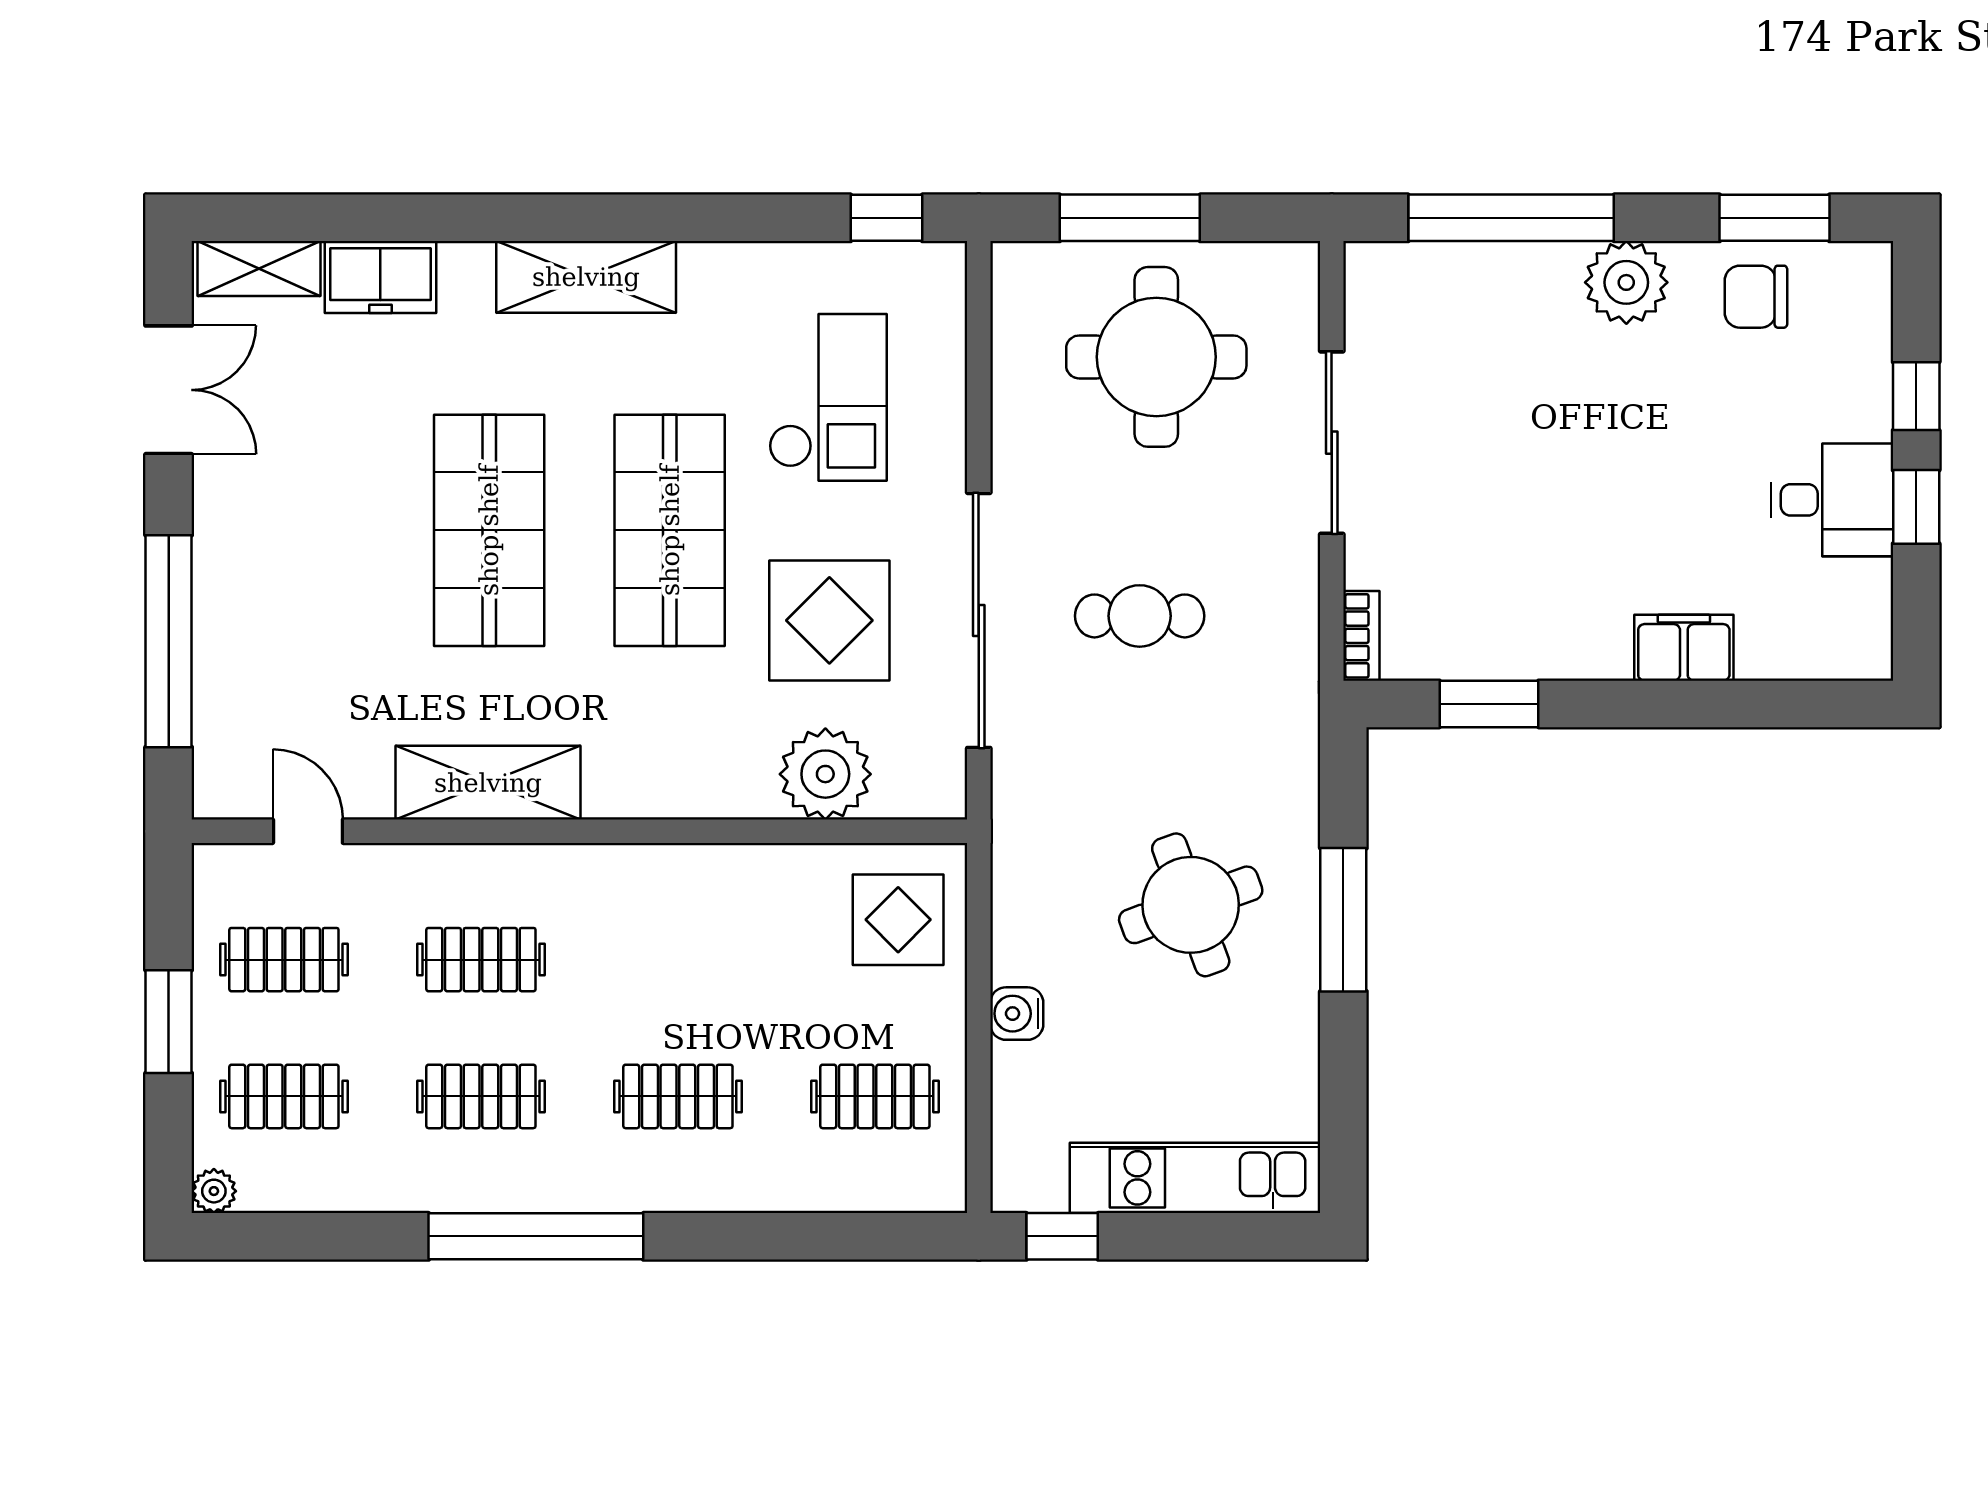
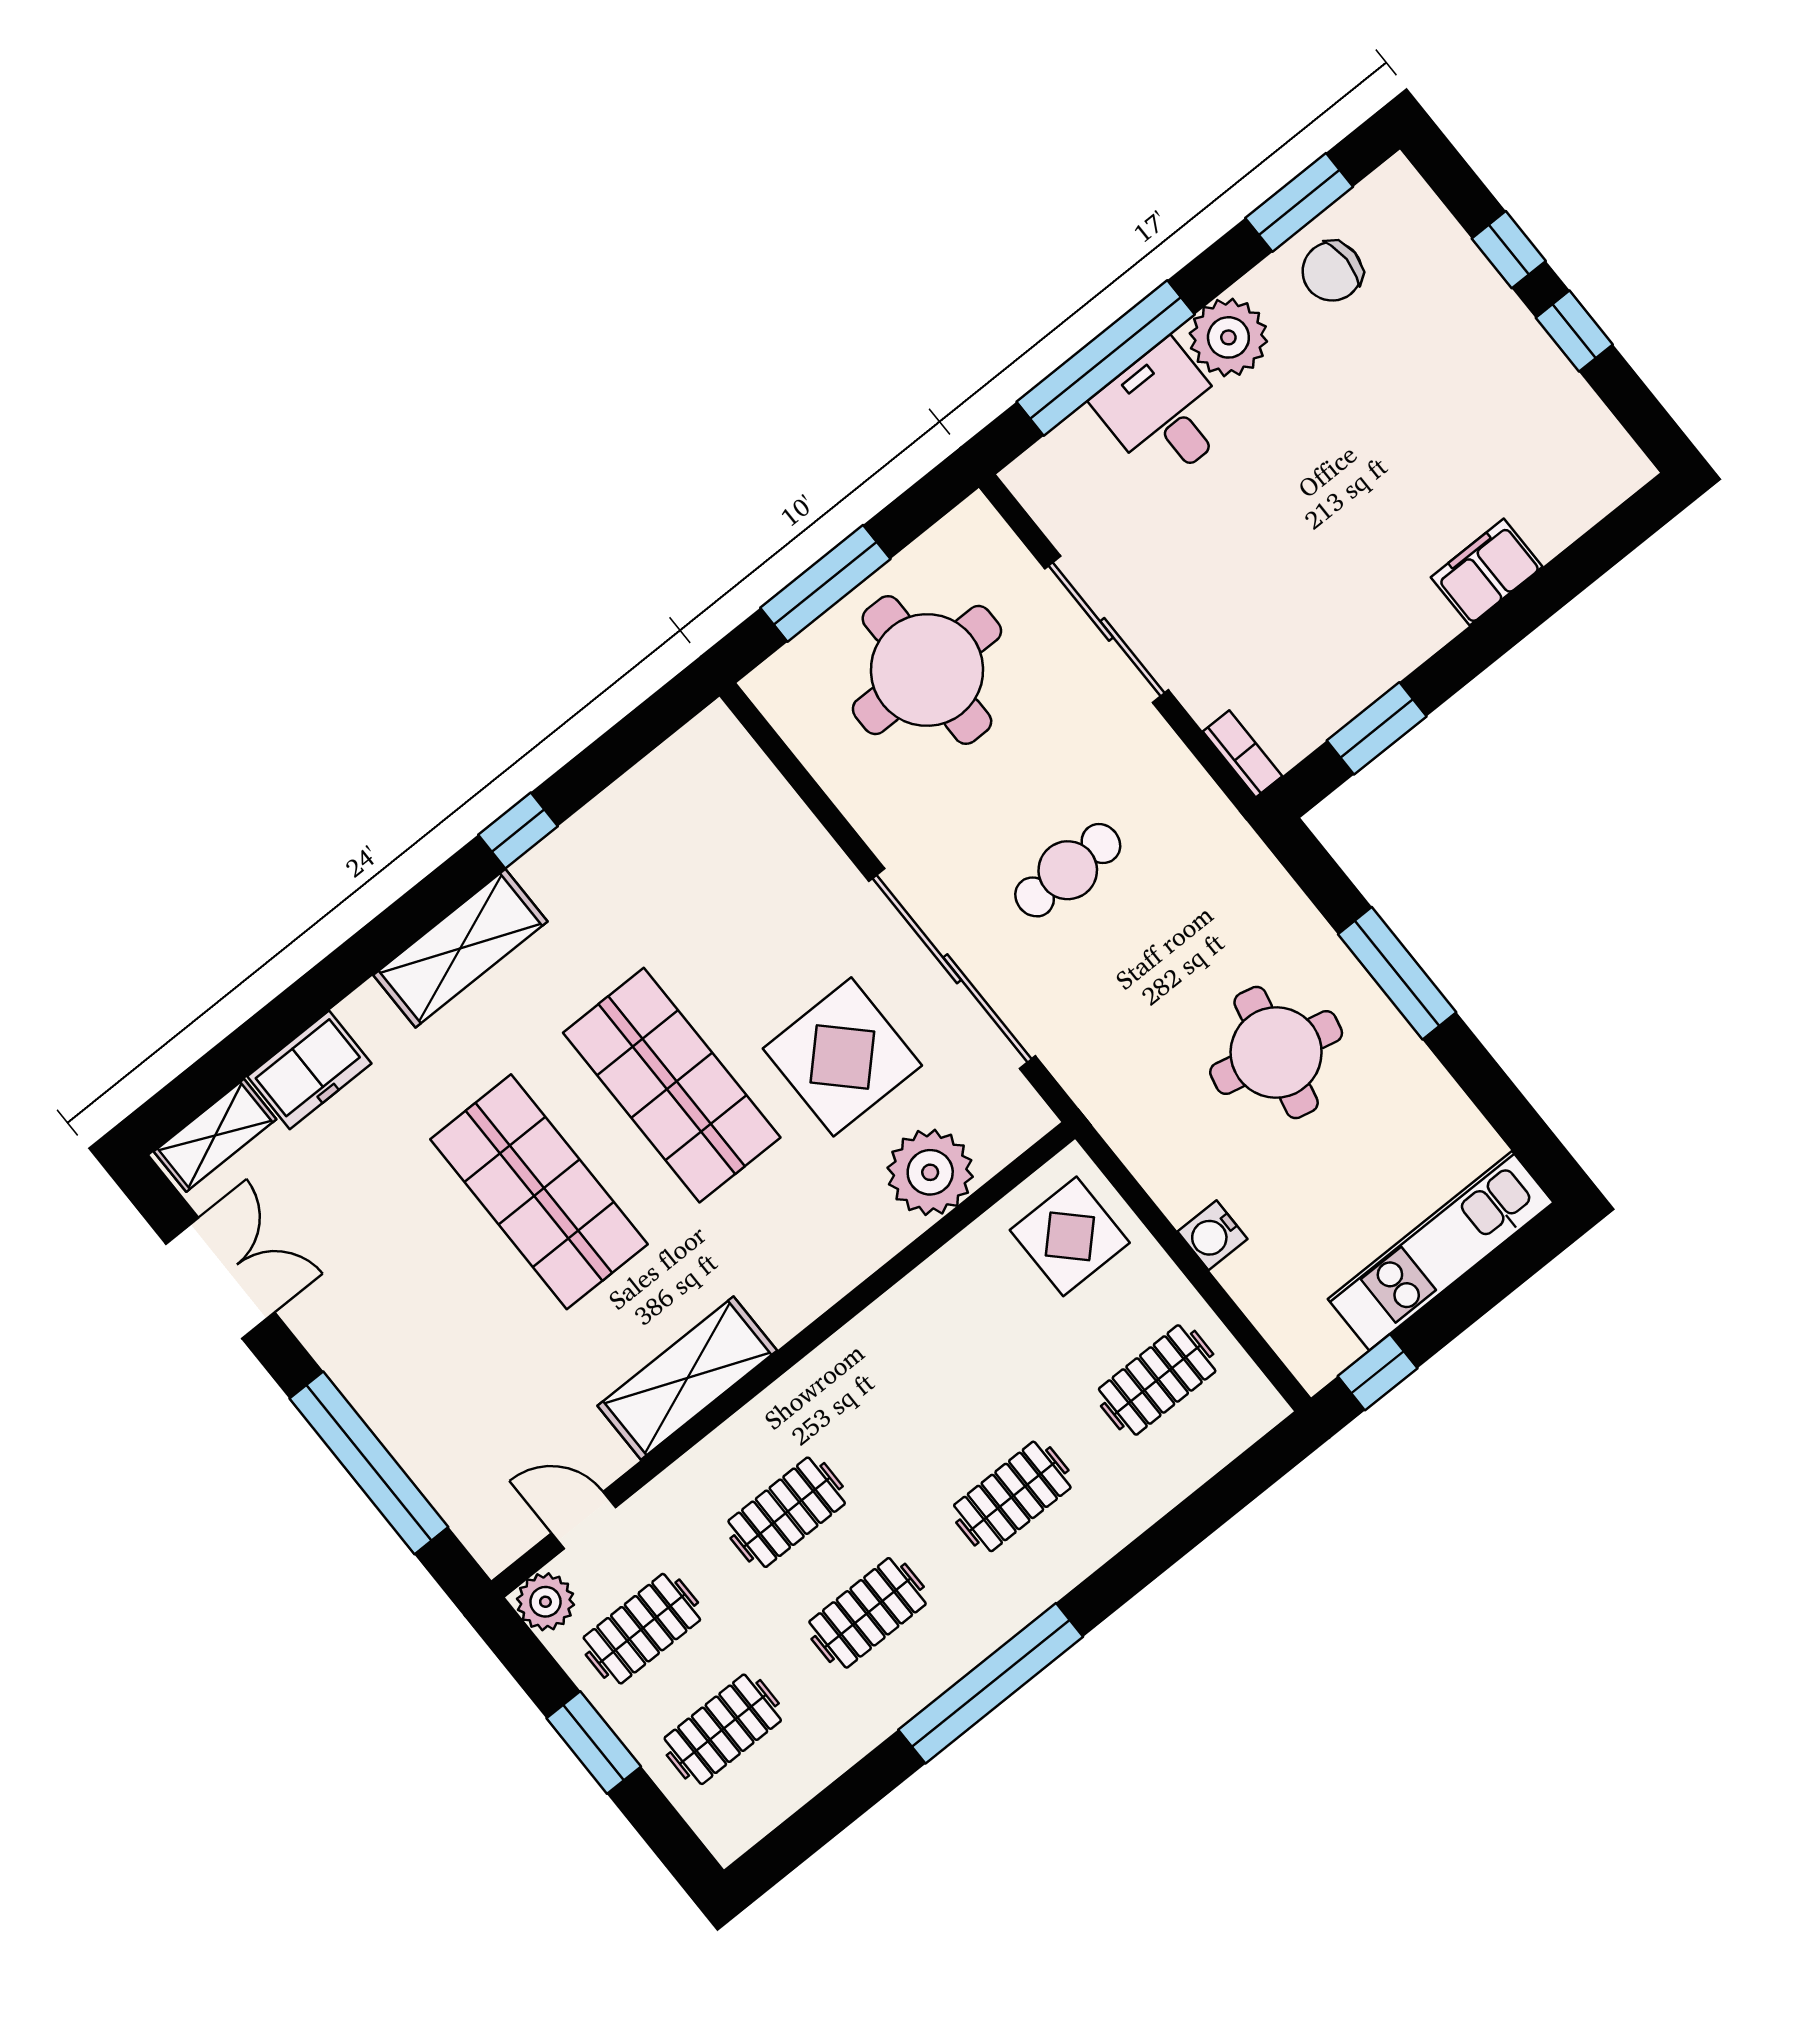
window: (886, 218) -> (518, 830), moved
checkout: (828, 397) -> (709, 894), removed
desk: (1832, 500) -> (1165, 412), moved, turned -90
round table: (1191, 905) -> (1276, 1052), turned 33
plant: (214, 1191) -> (545, 1602), moved, width x1.38, depth x1.38

